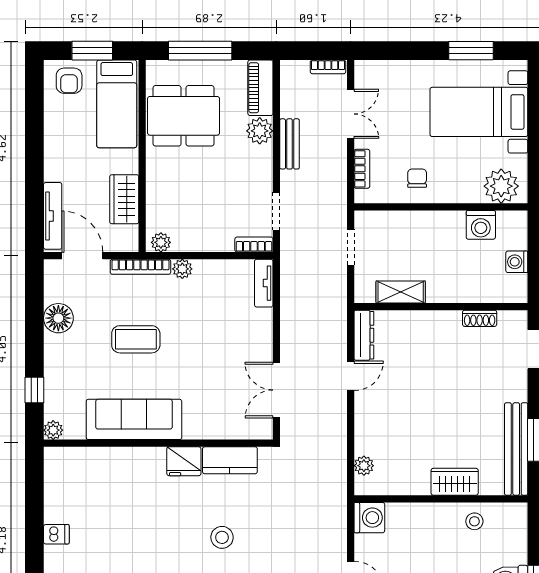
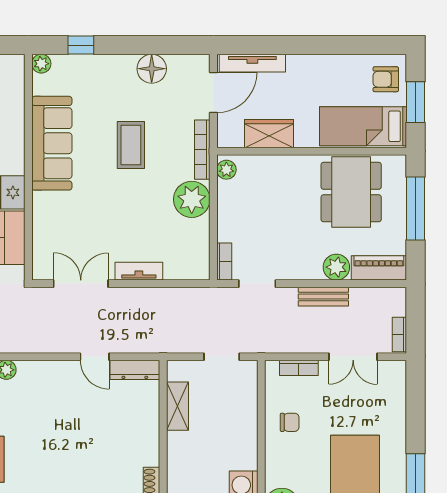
plant: (182, 269) -> (192, 199), width x1.87, depth x1.87
tv unit: (264, 283) -> (139, 271), moved

